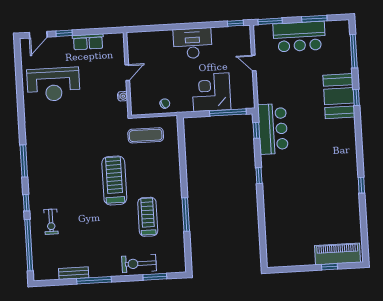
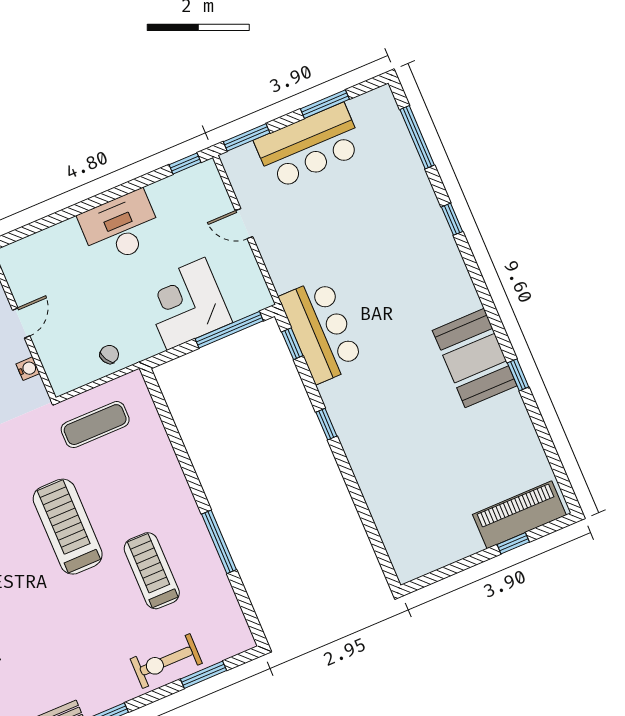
booth: (339, 96) -> (475, 358), moved

